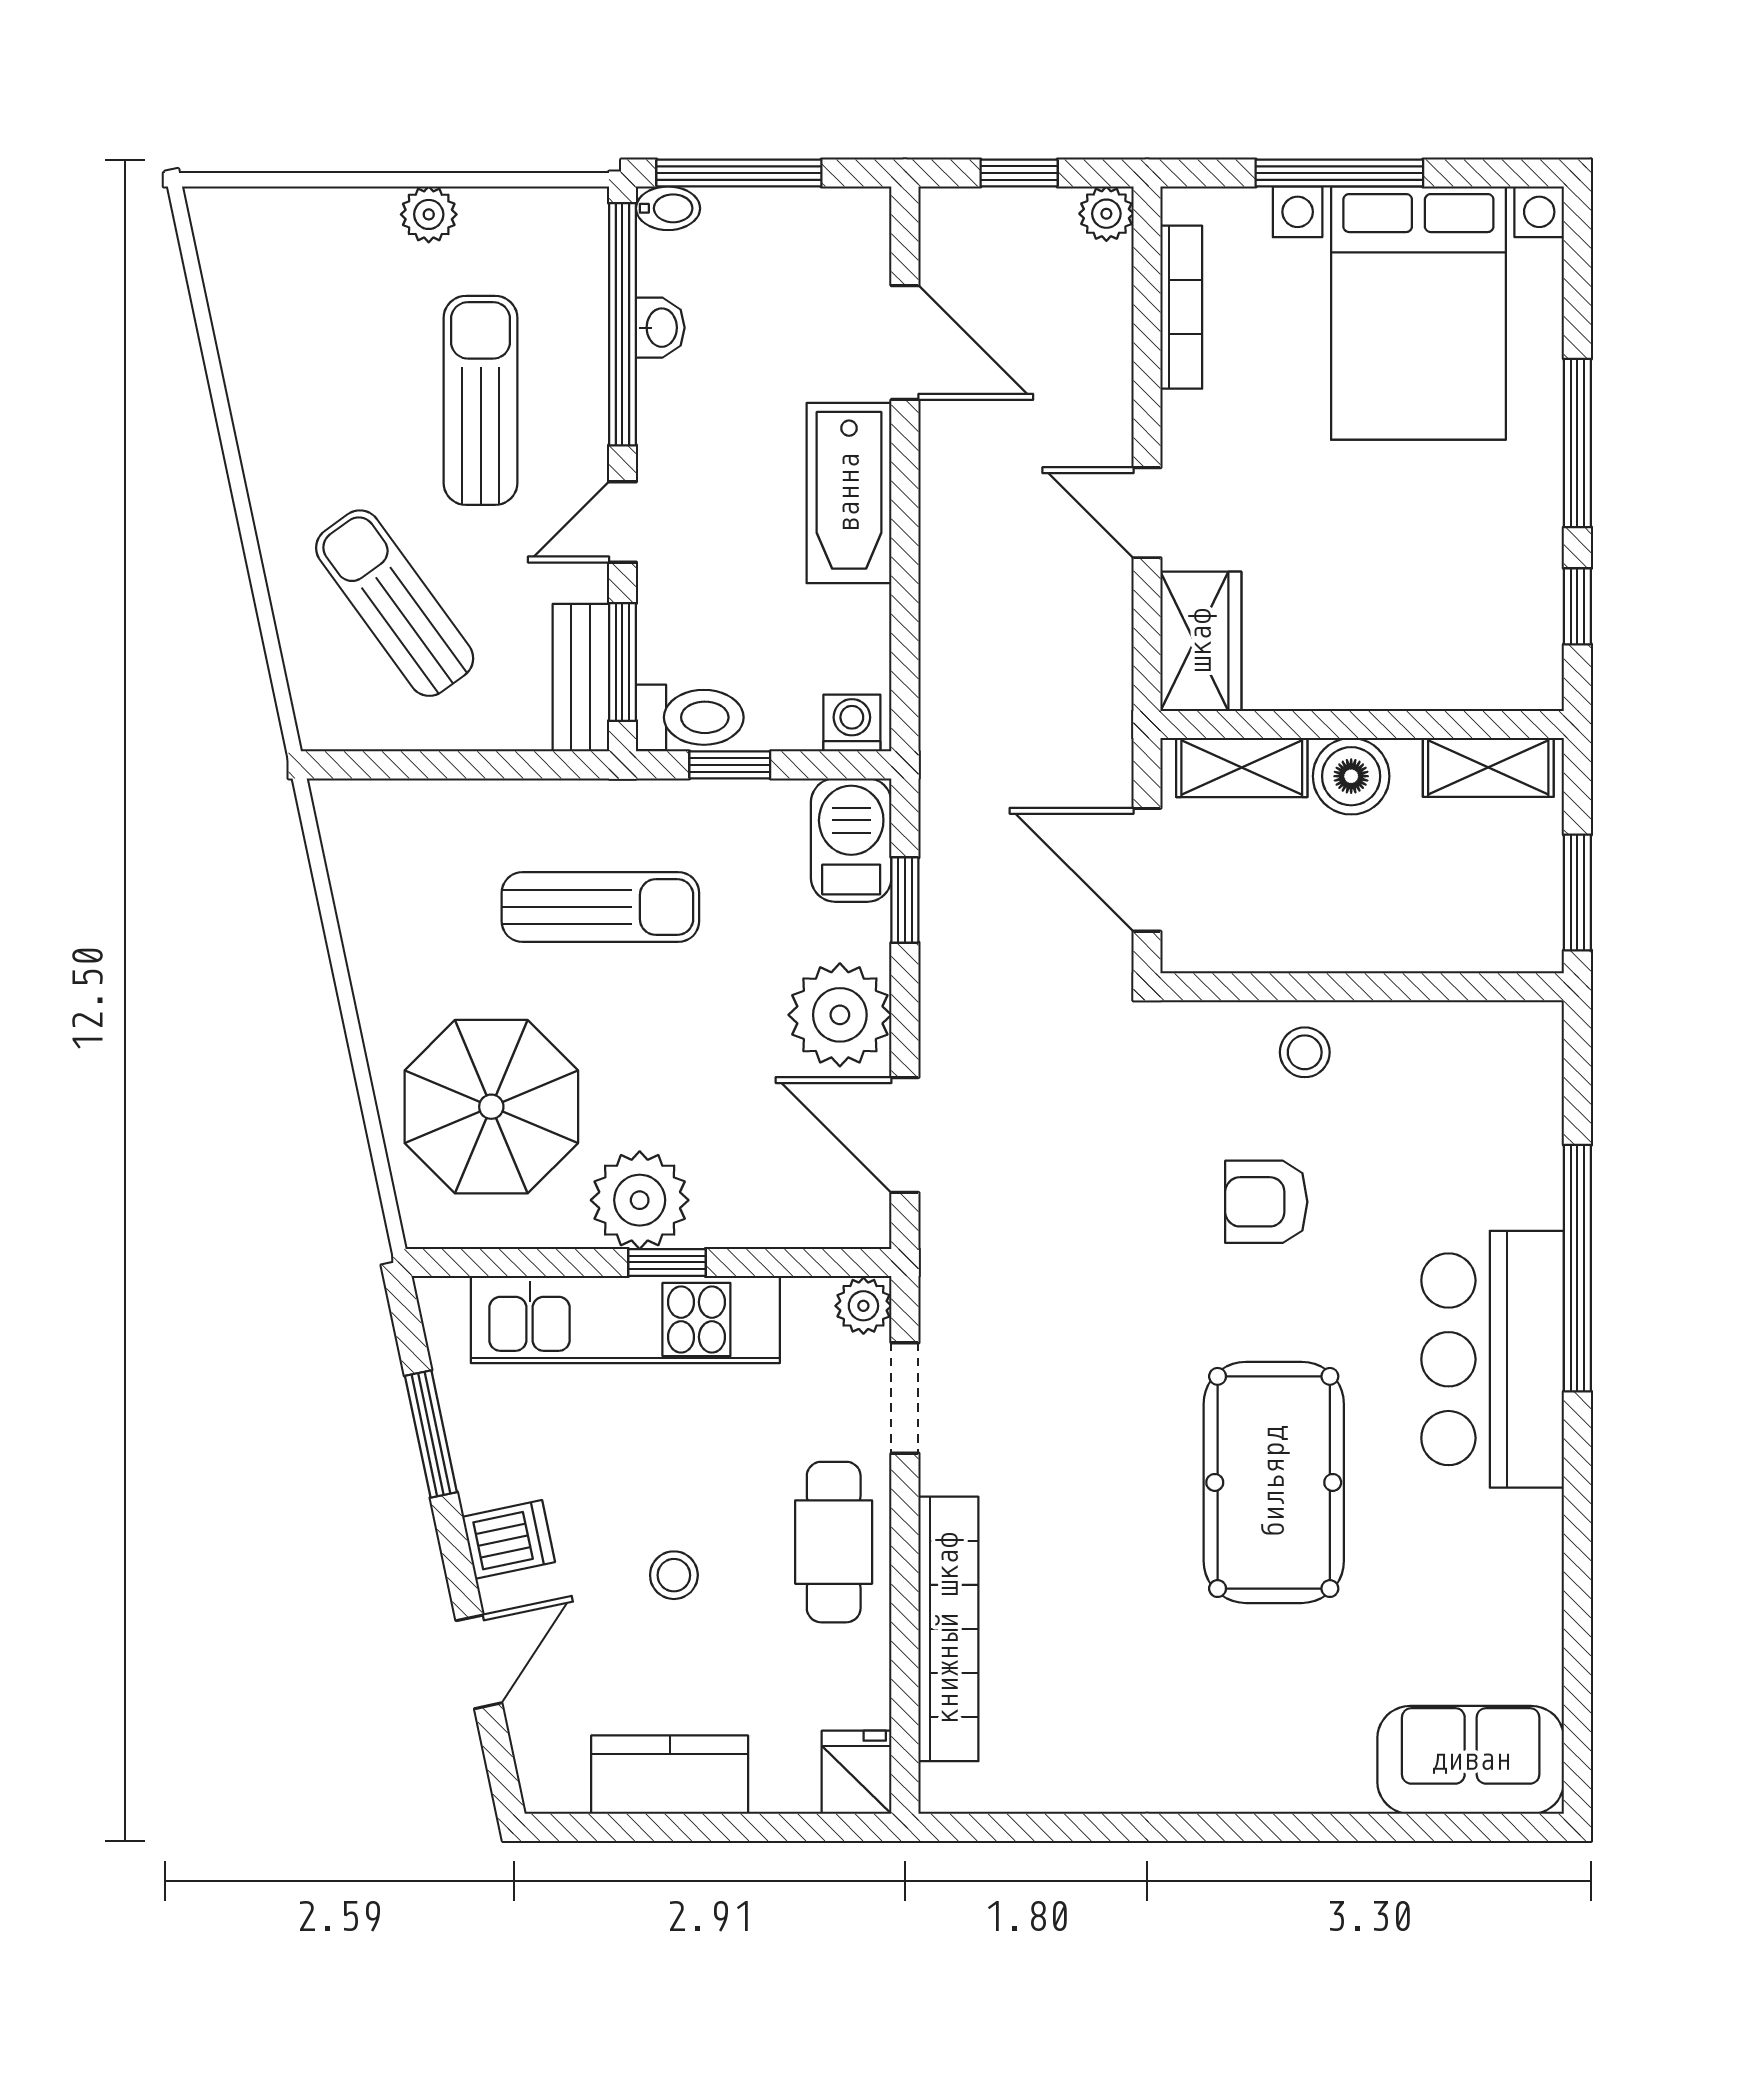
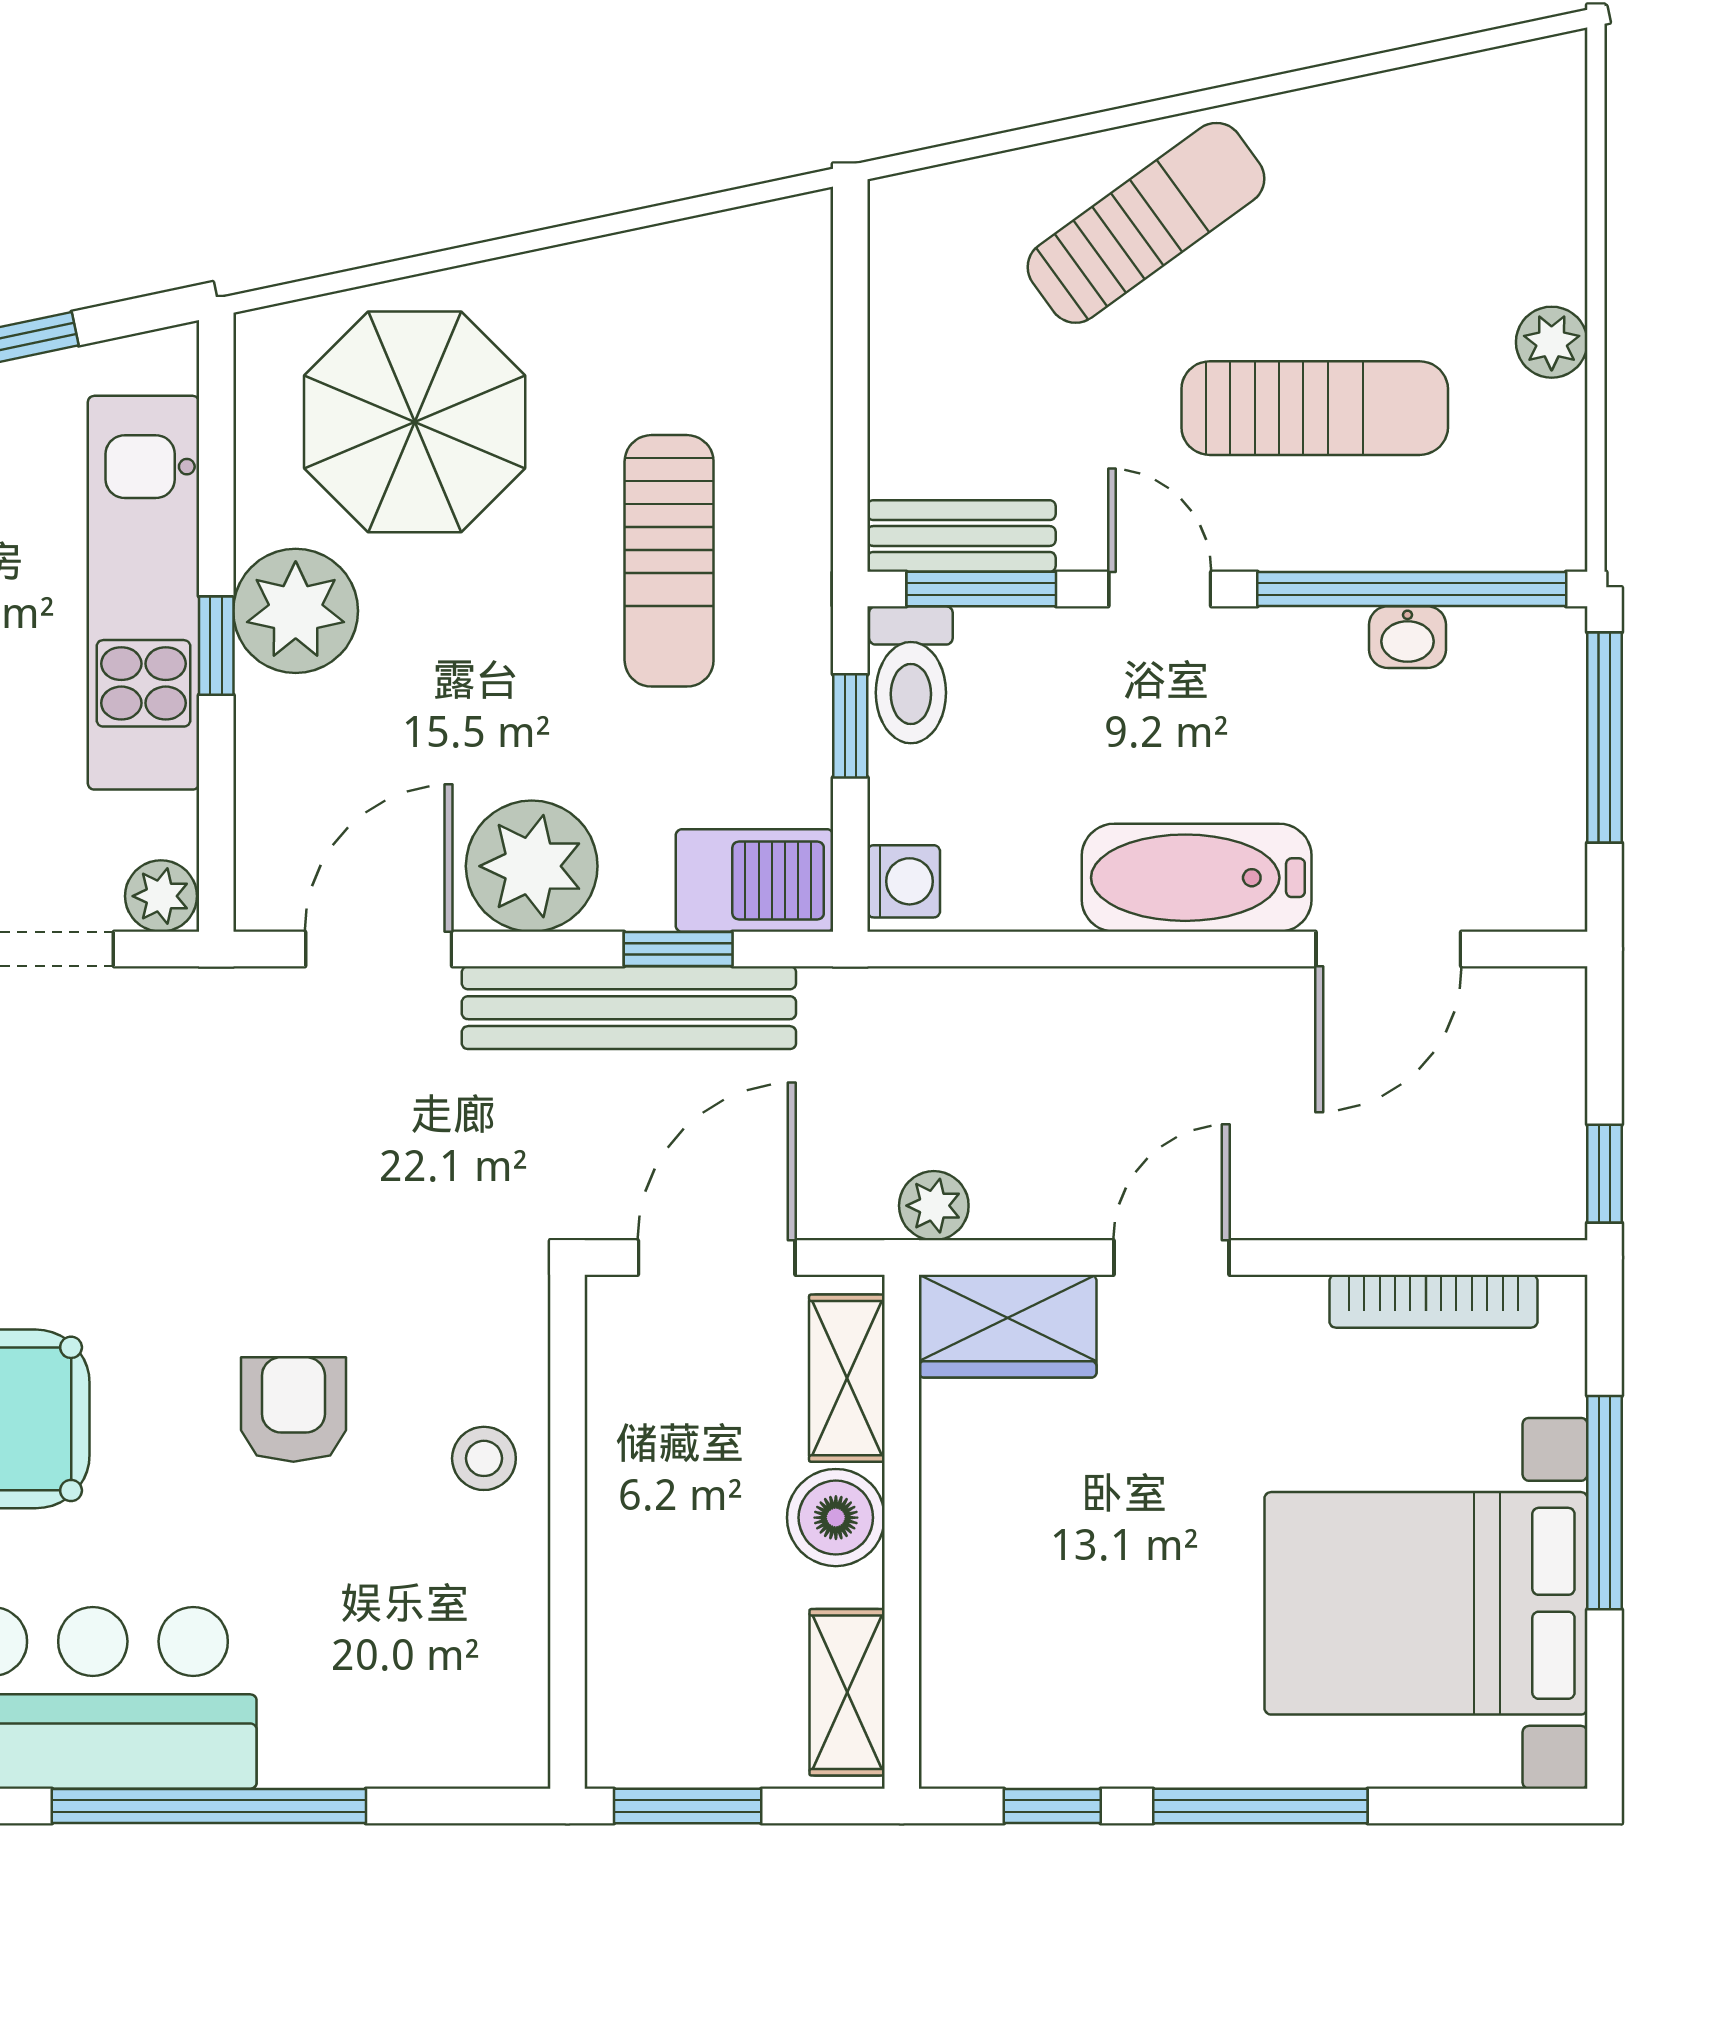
window: (1019, 173) -> (1604, 1174), moved
bidet: (668, 208) -> (1559, 647), removed
plant: (1106, 214) -> (934, 1206), moved
sun lounger: (395, 603) -> (1146, 223), moved
bench: (951, 939) -> (629, 1008), added

